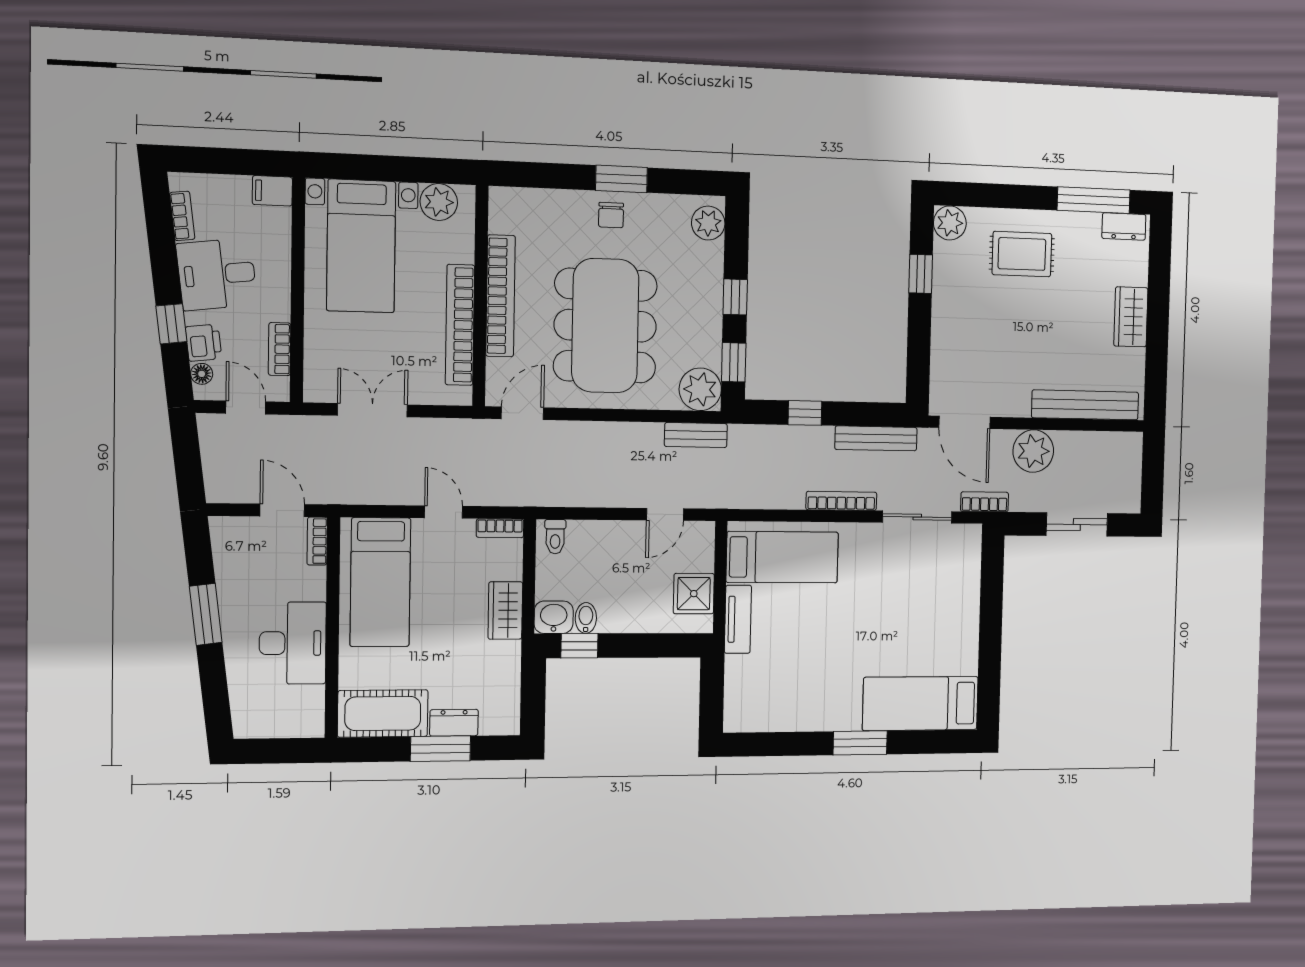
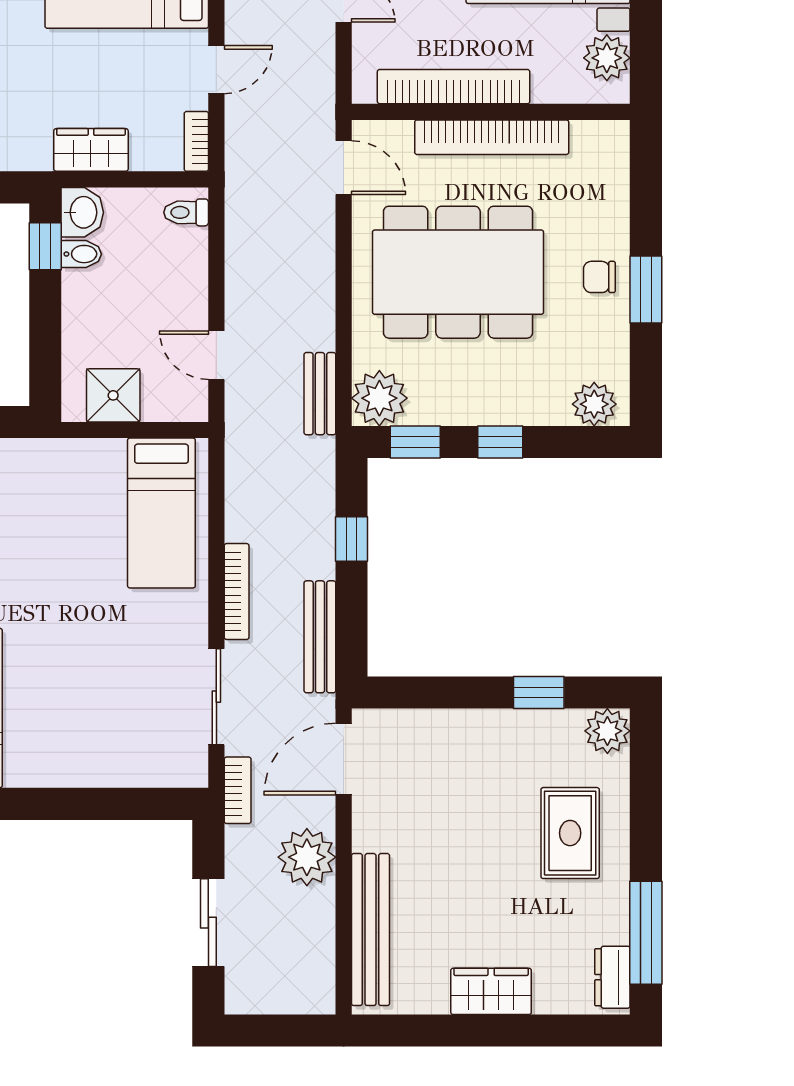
tv unit: (738, 619) -> (80, 455), removed

